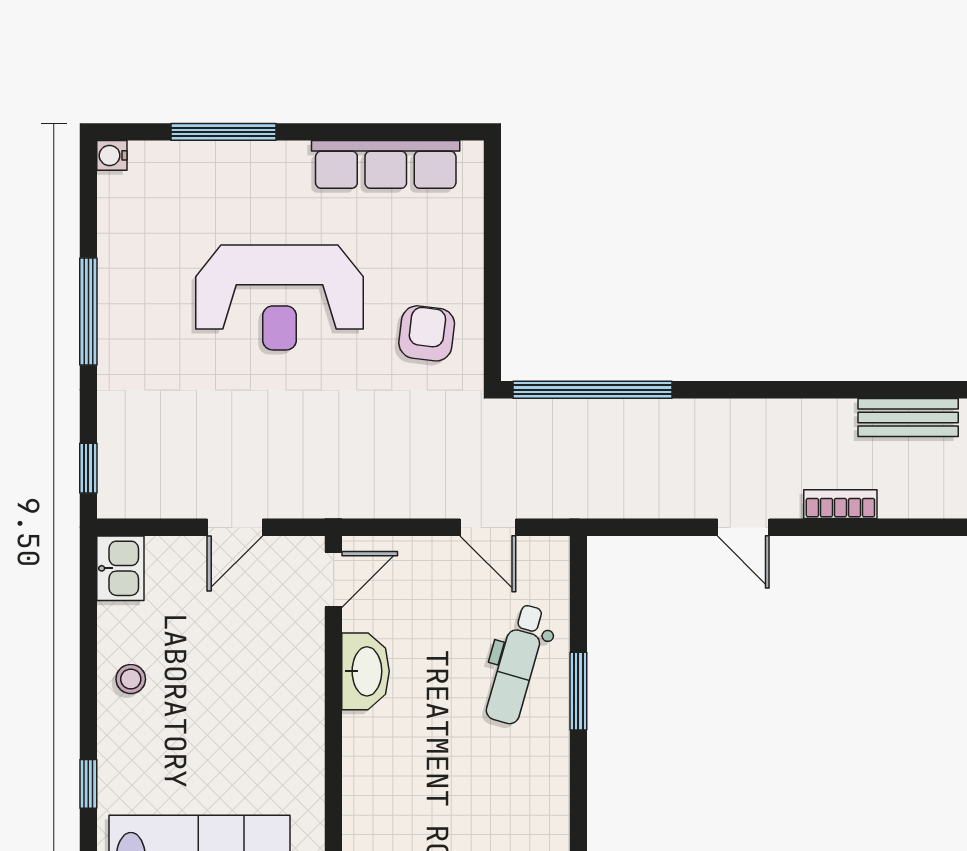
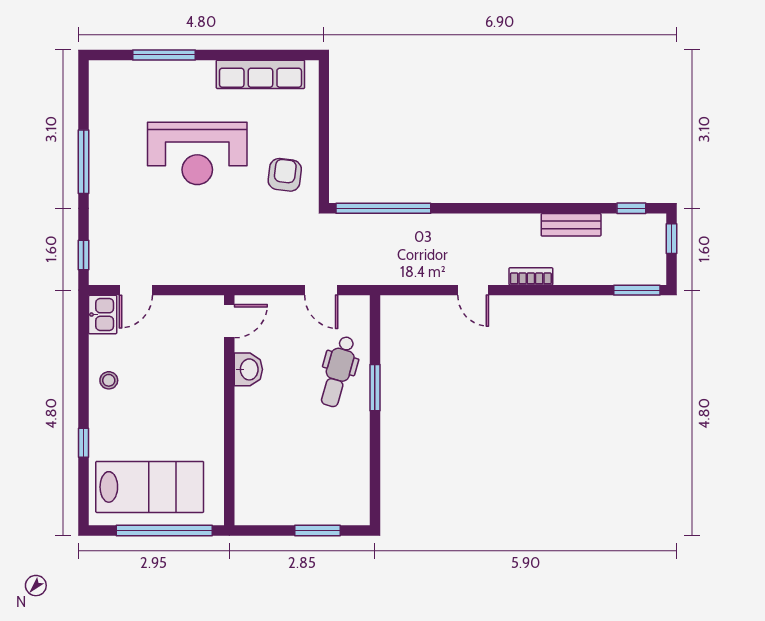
water cooler: (112, 155) -> (98, 69), removed
door: (235, 527) -> (136, 290), moved
washbasin: (365, 671) -> (248, 369), width x0.72

